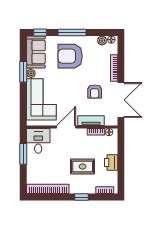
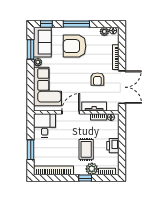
window: (23, 72) -> (31, 49), moved
window: (23, 154) -> (31, 150), moved
rug: (83, 167) -> (86, 149), turned 90
plant: (89, 187) -> (92, 169), added

